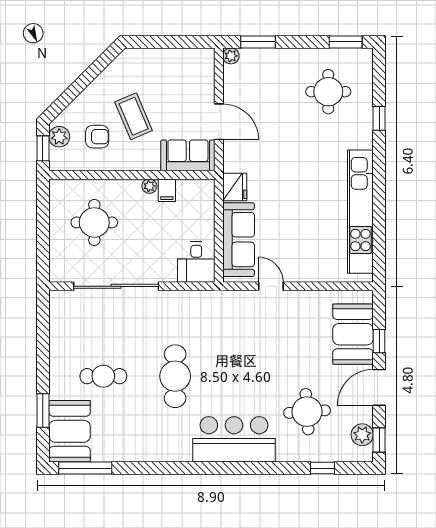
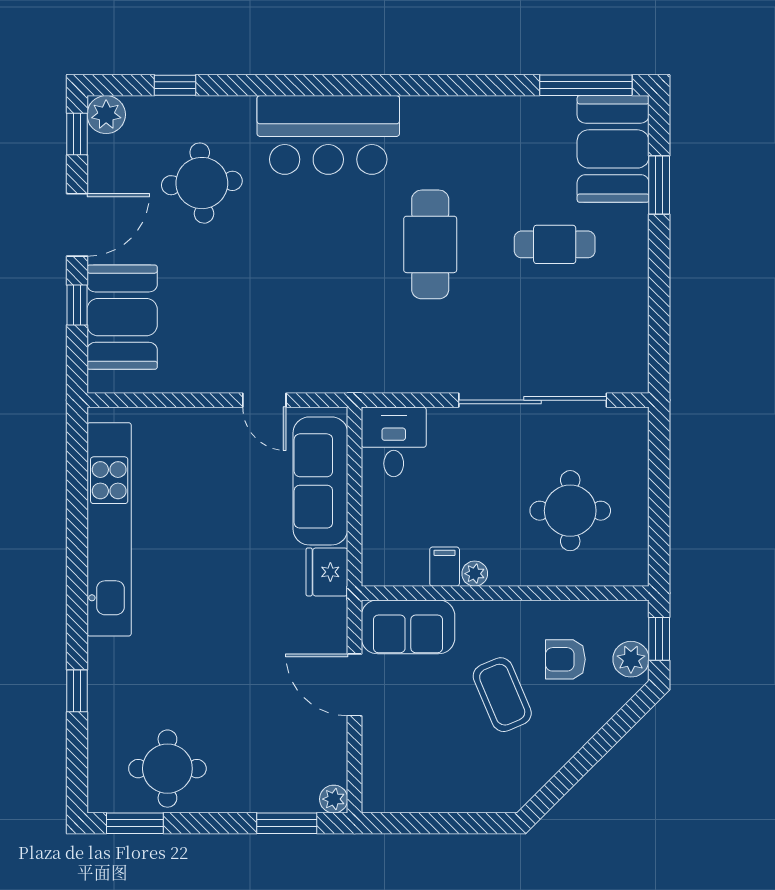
round table: (328, 92) -> (167, 769), moved
plant: (362, 435) -> (106, 115), moved

